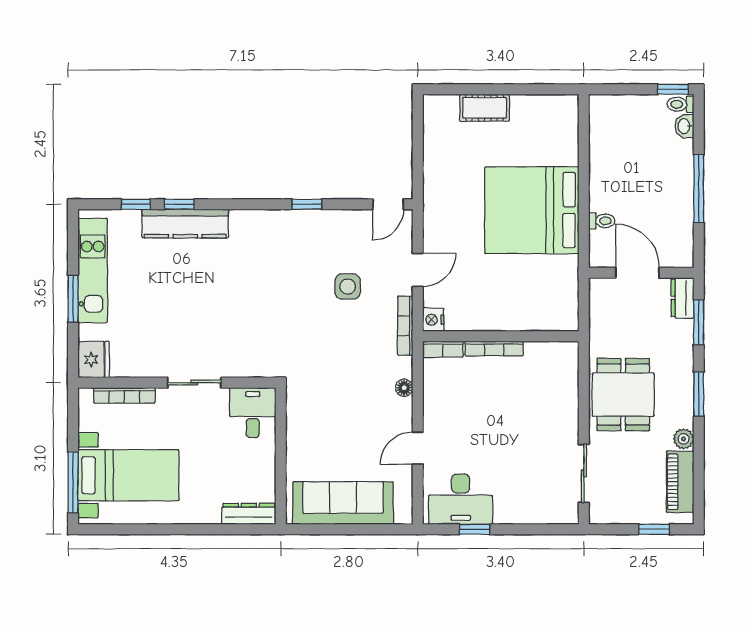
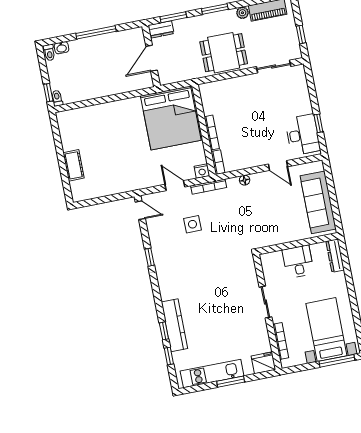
window: (673, 89) -> (48, 93), moved
bed: (532, 210) -> (171, 118), moved
toilet: (602, 221) -> (57, 98), moved
desk: (253, 413) -> (298, 262), moved, turned 90
window: (654, 529) -> (301, 34), moved

